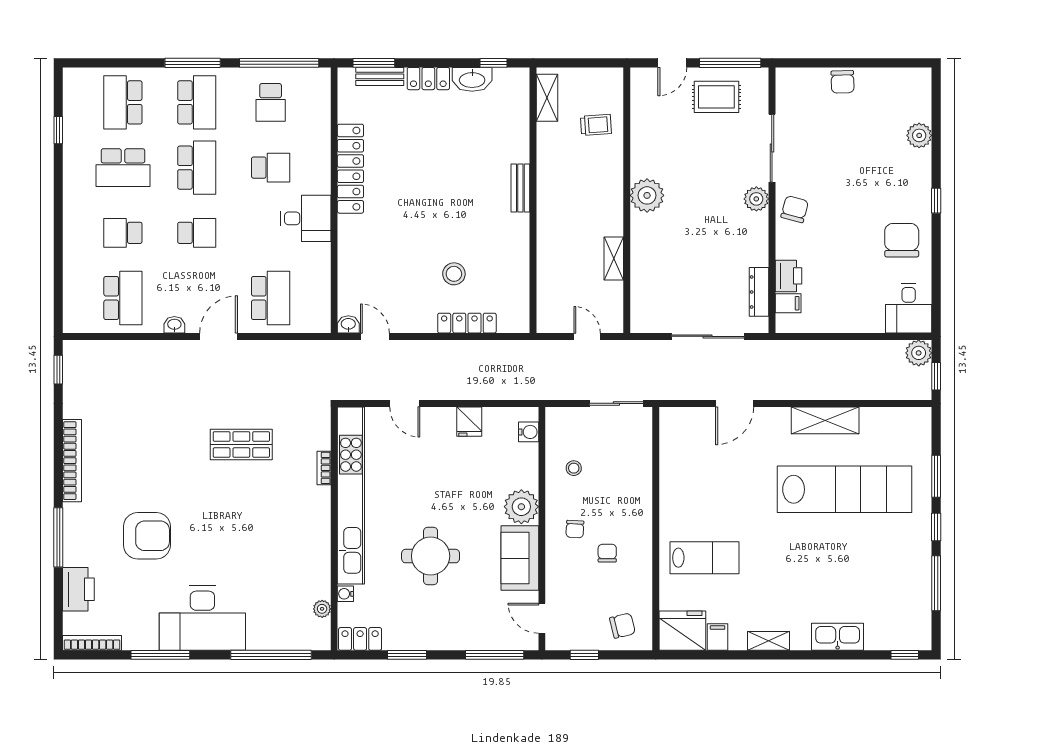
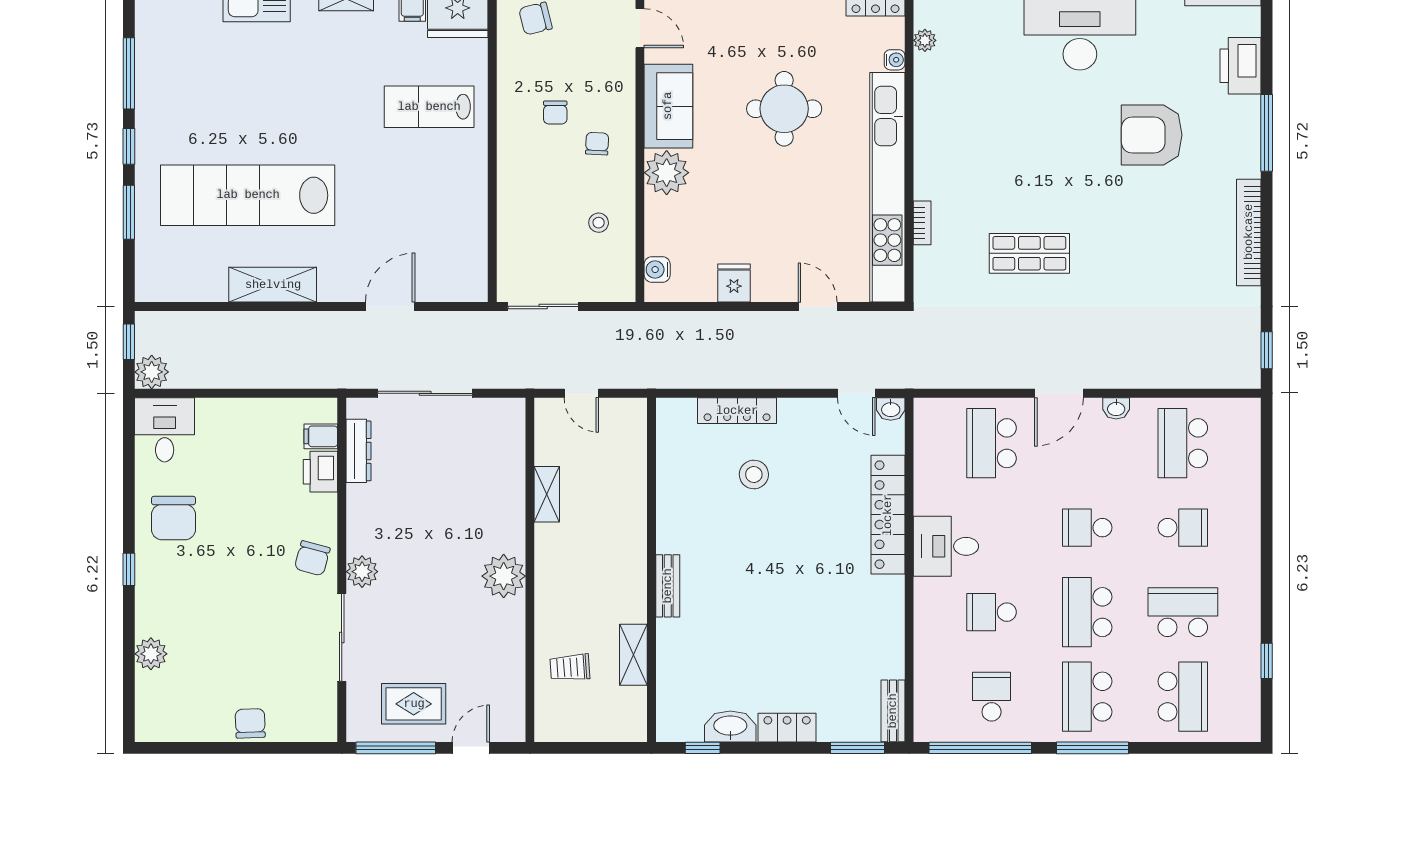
bench: (380, 76) -> (893, 711), moved, turned 90
shelving: (547, 98) -> (633, 655), moved
locker: (350, 169) -> (888, 515), moved

